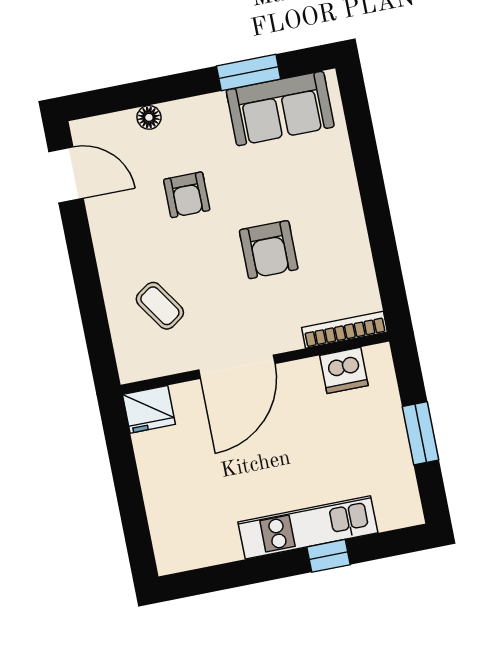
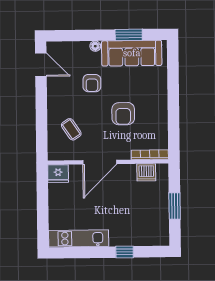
sofa: (280, 109) -> (132, 53), width x1.36
floor lamp: (149, 117) -> (95, 46), moved
kitchen unit: (308, 527) -> (79, 238), moved

